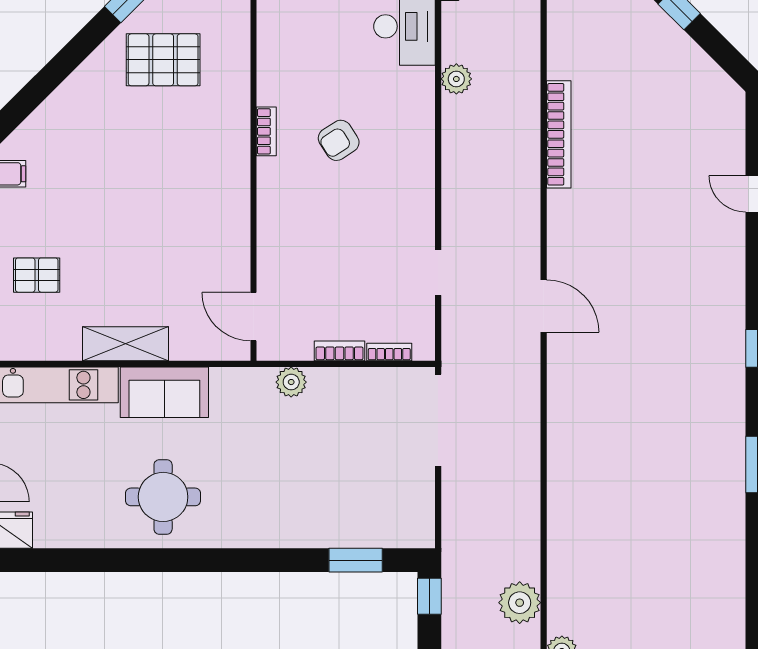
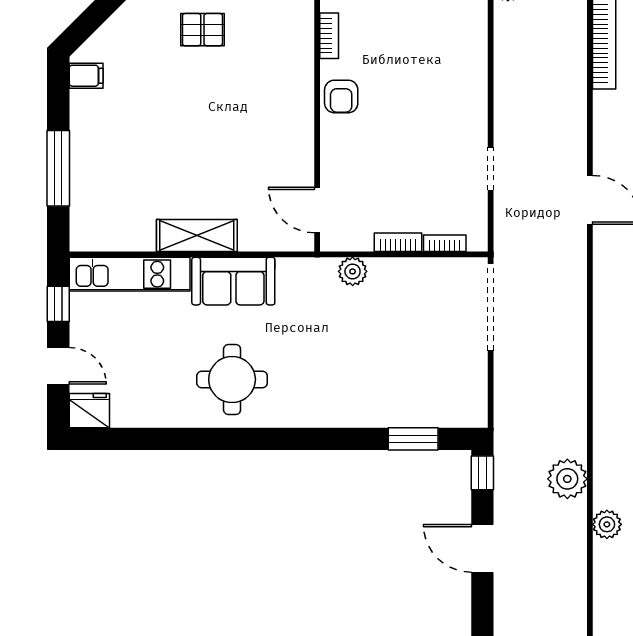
armchair: (339, 140) -> (341, 96), moved, turned -57
pallet: (37, 275) -> (202, 30), moved

